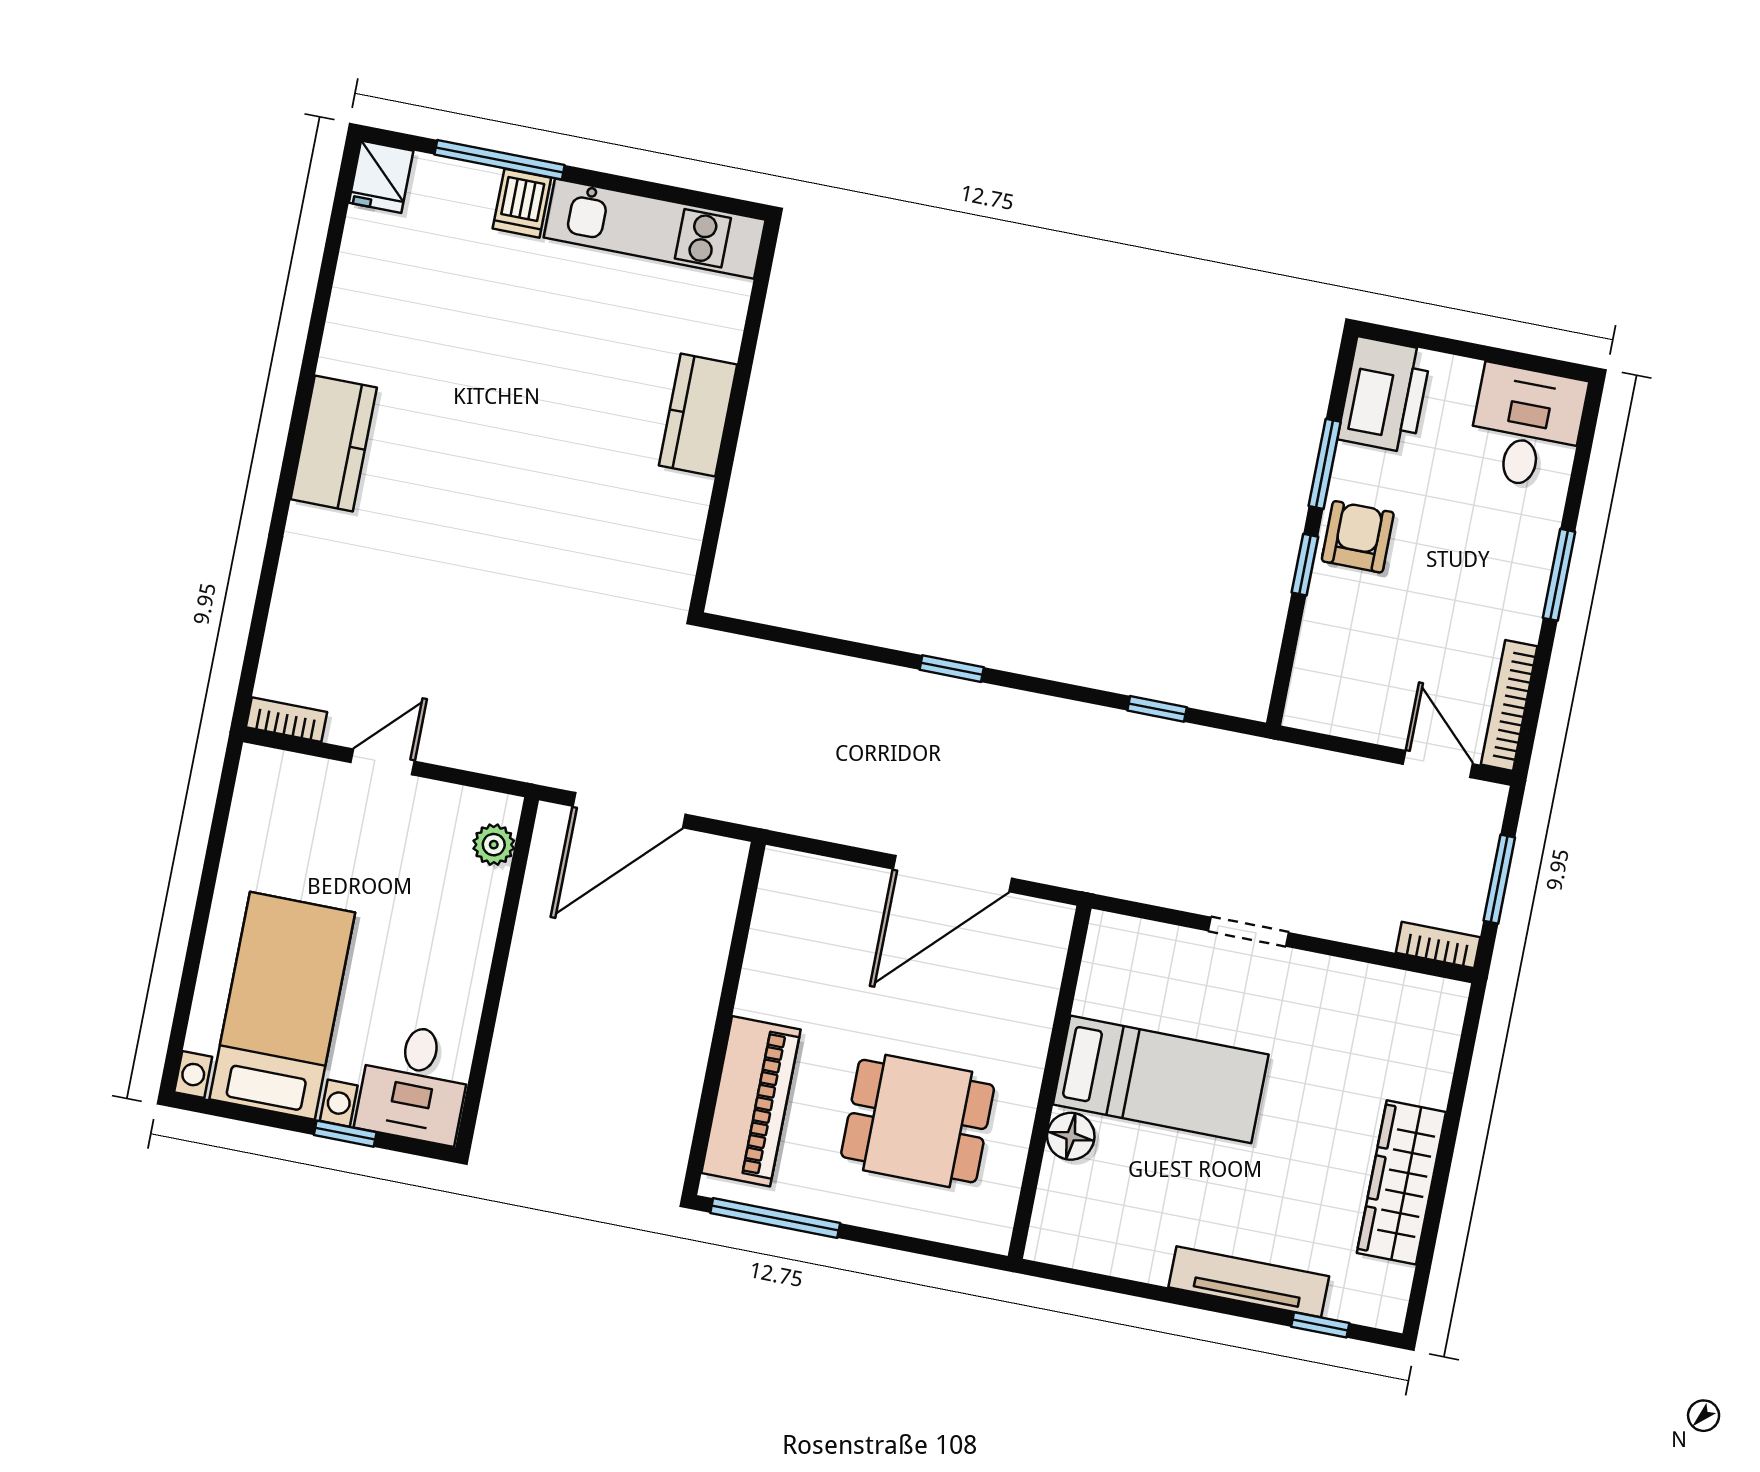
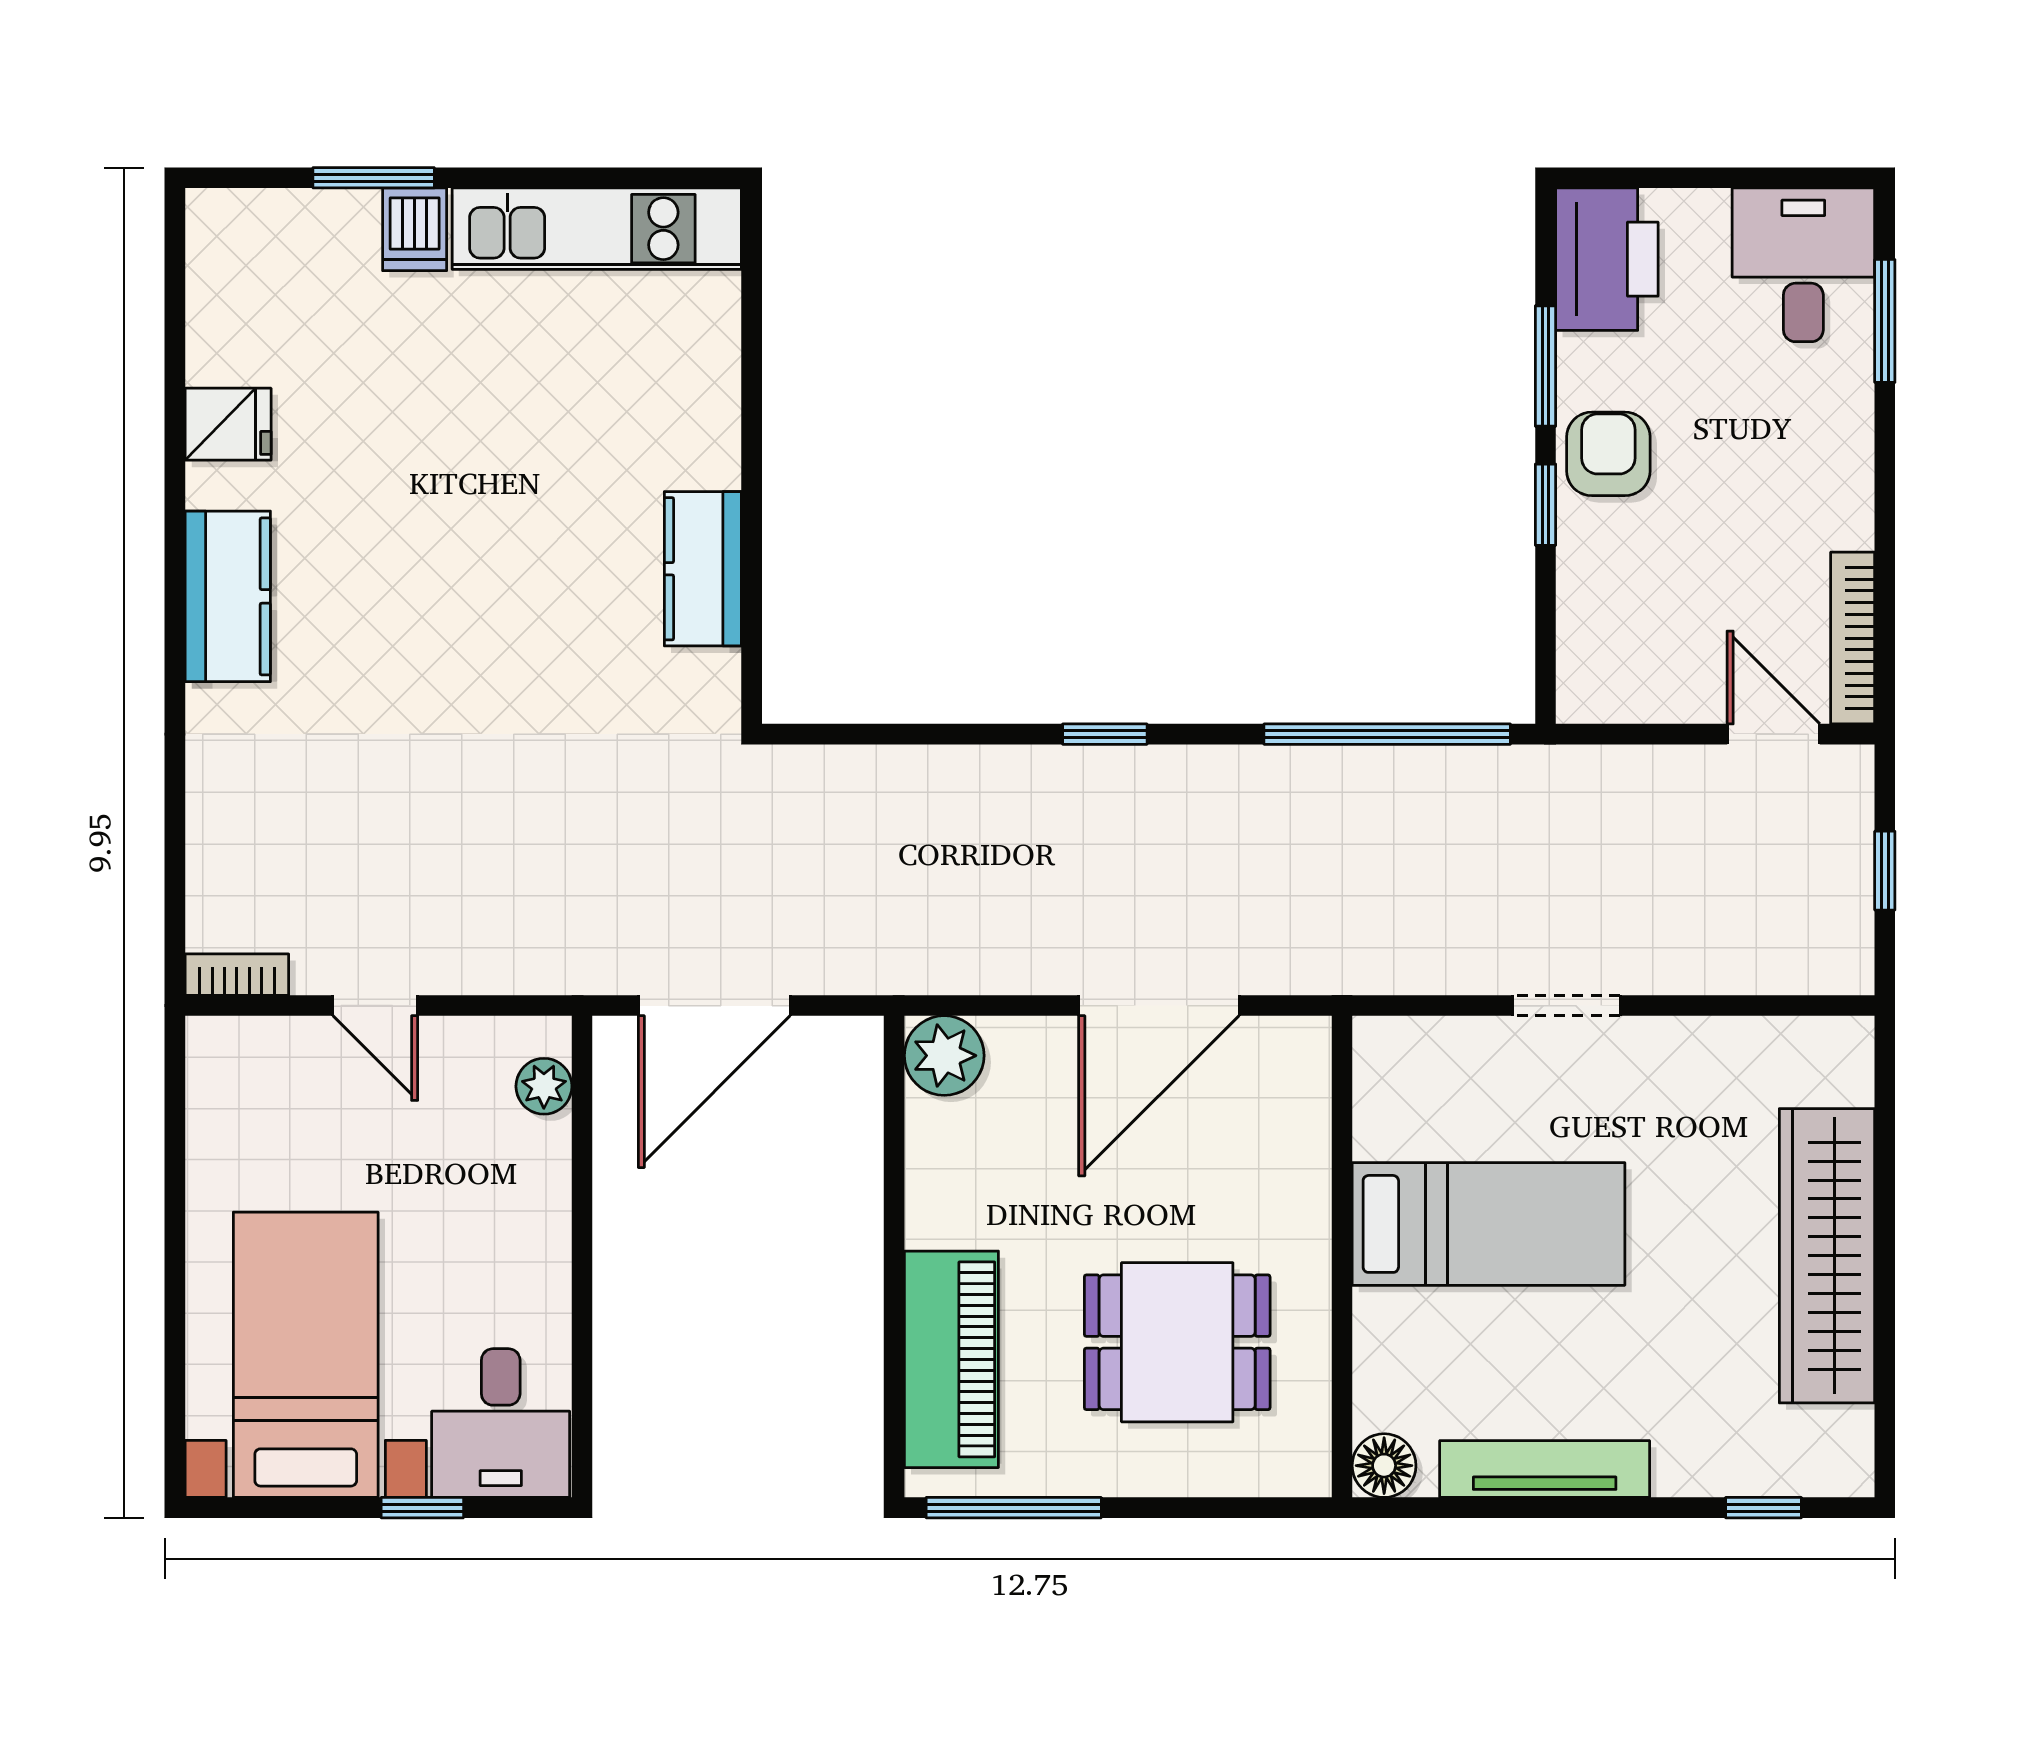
window: (500, 160) -> (374, 178), width x0.69
fridge: (381, 177) -> (228, 424), moved, turned -90
kitchen counter: (698, 415) -> (703, 569), moved
window: (1559, 575) -> (1885, 321), moved
window: (1157, 709) -> (1387, 734), width x3.17
door: (383, 762) -> (375, 1006), swing flipped
plant: (789, 879) -> (944, 1056), added
window: (1499, 879) -> (1885, 871), width x0.67
bookcase: (1438, 945) -> (1821, 974), removed
floor lamp: (1071, 1136) -> (1384, 1466), moved
wardrobe: (1401, 1182) -> (1827, 1256), width x1.40, depth x1.17
tv unit: (1249, 1282) -> (1545, 1469), moved

